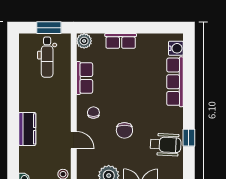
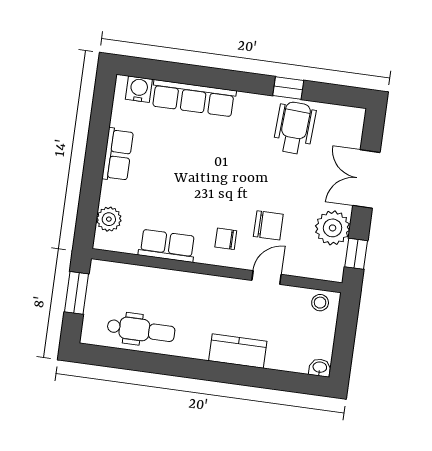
plant: (84, 41) -> (109, 219), moved
row of seats: (121, 41) -> (118, 155), moved
dental chair: (47, 57) -> (141, 330), moved
chair: (124, 130) -> (268, 225), moved

